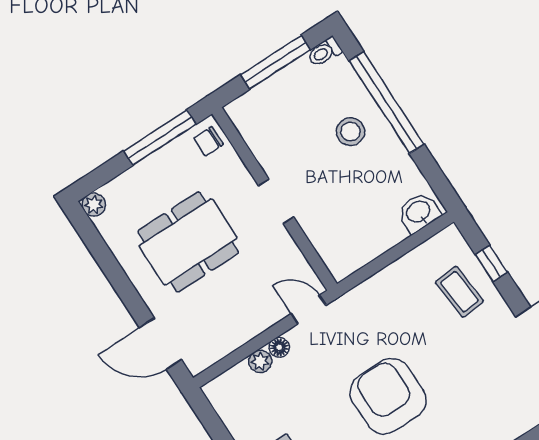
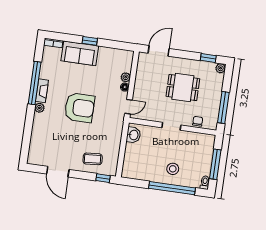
chair: (208, 141) -> (198, 121), moved
washbasin: (419, 212) -> (133, 135), moved
dining table: (188, 242) -> (183, 88), width x0.73
window: (95, 243) -> (208, 58), added
window: (491, 263) -> (103, 178), moved

